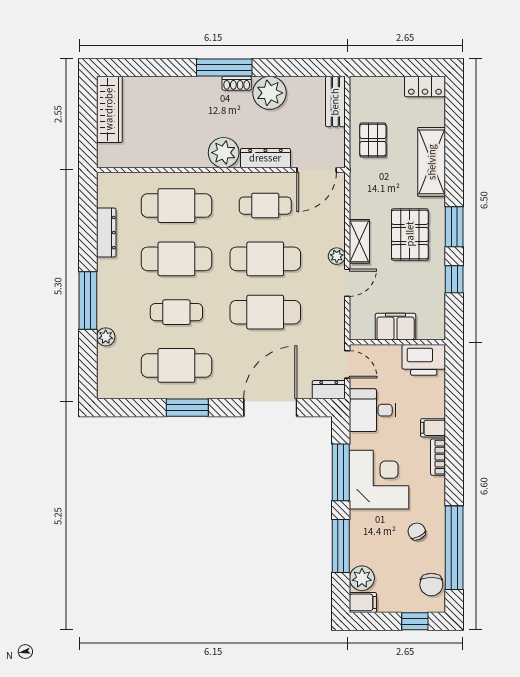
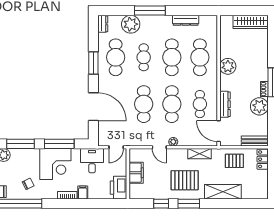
locker: (425, 87) -> (263, 159), moved
plant: (224, 153) -> (228, 66), moved
shelving: (359, 241) -> (200, 154), moved
plant: (106, 337) -> (131, 24), width x1.88, depth x1.88
dresser: (329, 390) -> (103, 24), moved

